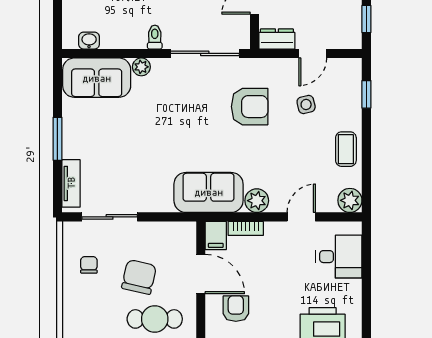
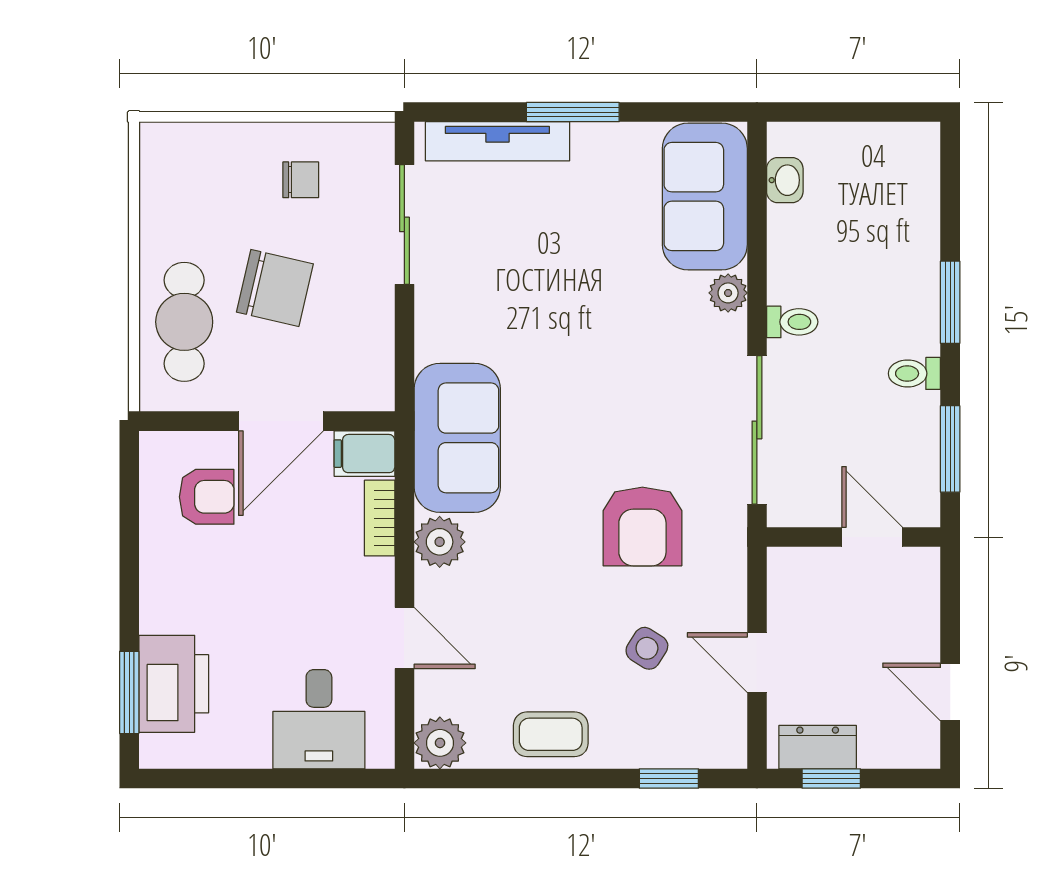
dresser: (277, 39) -> (818, 747), moved, turned -90
side table: (306, 104) -> (647, 648), turned 45
tv unit: (71, 183) -> (497, 141), width x1.41

